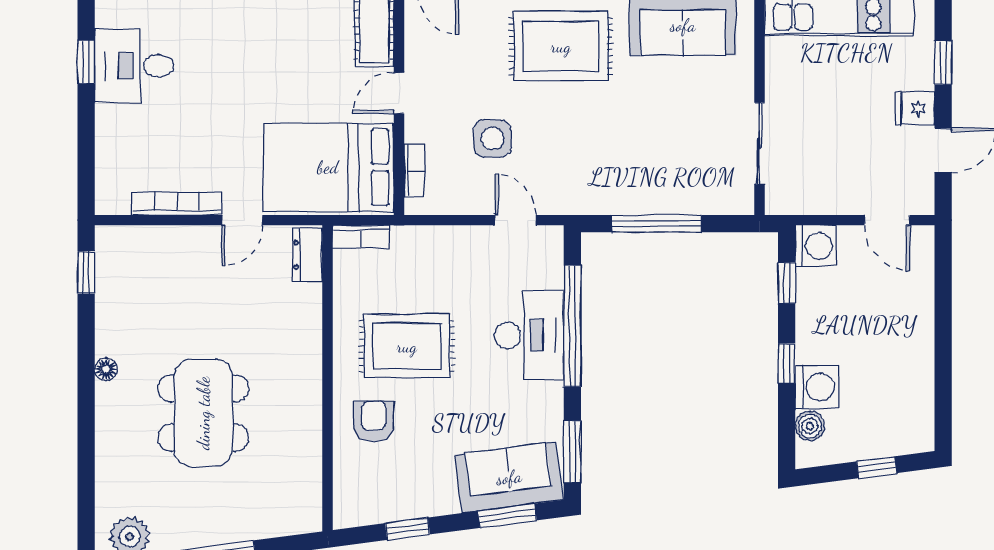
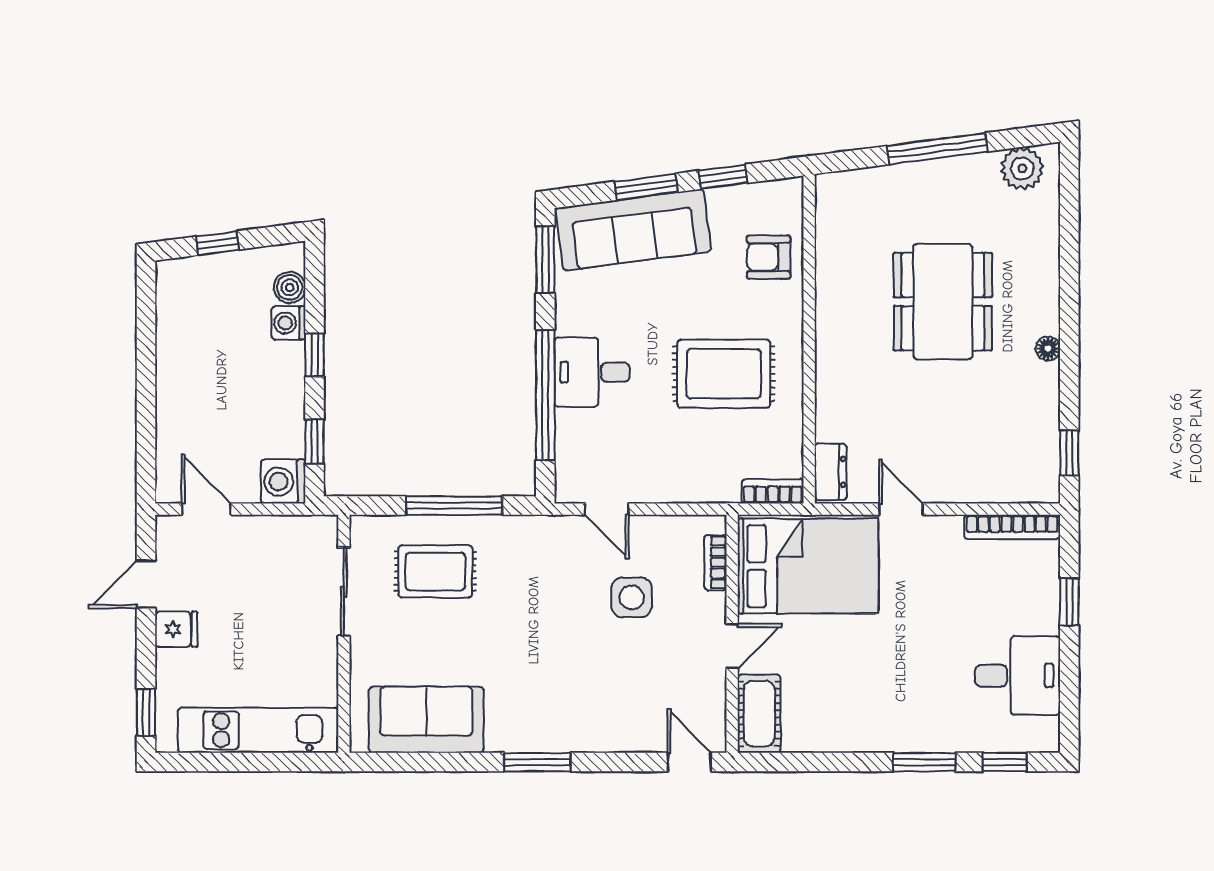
rug: (561, 46) -> (435, 572), moved, width x0.73, depth x0.70
window: (86, 62) -> (1069, 602), moved
window: (943, 63) -> (146, 712), moved
bookcase: (177, 204) -> (1012, 527), moved
door: (242, 220) -> (901, 509), hinge flipped
desk: (529, 335) -> (592, 372), width x0.73
washing machine: (817, 387) -> (288, 323), width x0.73, depth x0.73
armchair: (374, 421) -> (769, 257), moved, turned 90
sofa: (509, 477) -> (633, 230), width x1.36
window: (507, 516) -> (646, 187), moved

